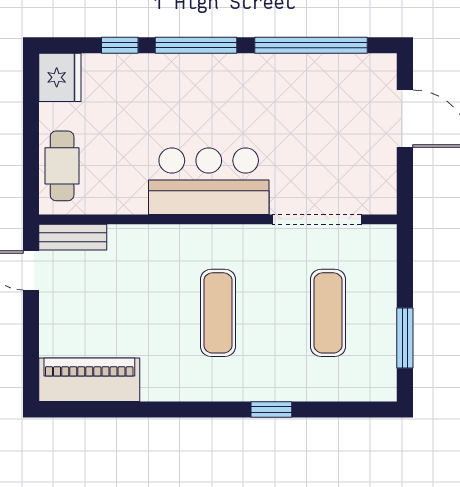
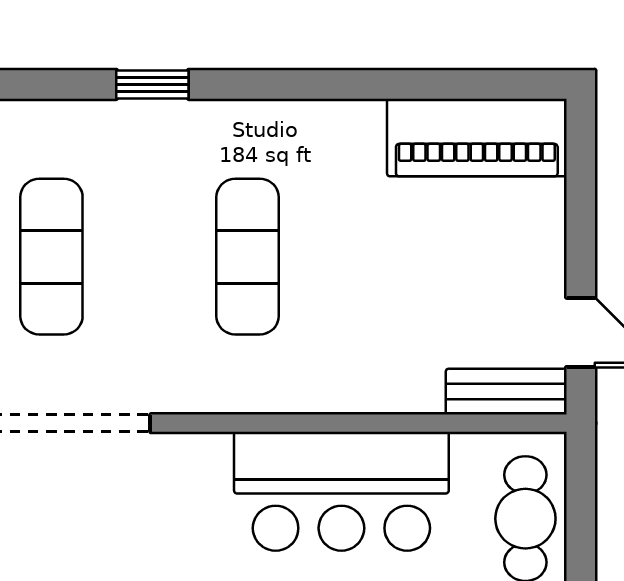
bar counter: (209, 181) -> (341, 491), moved

